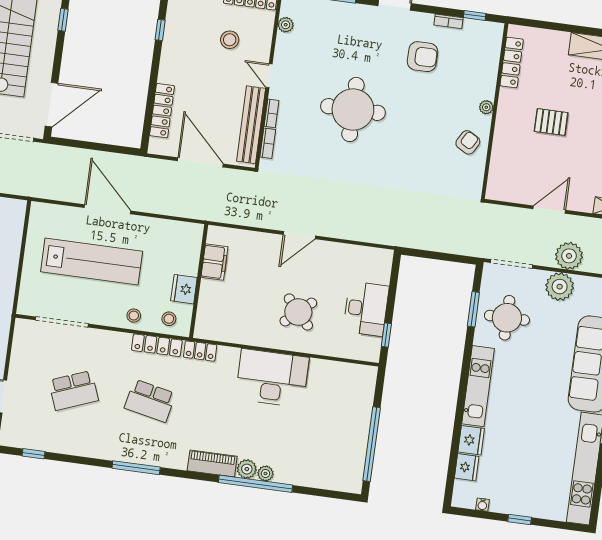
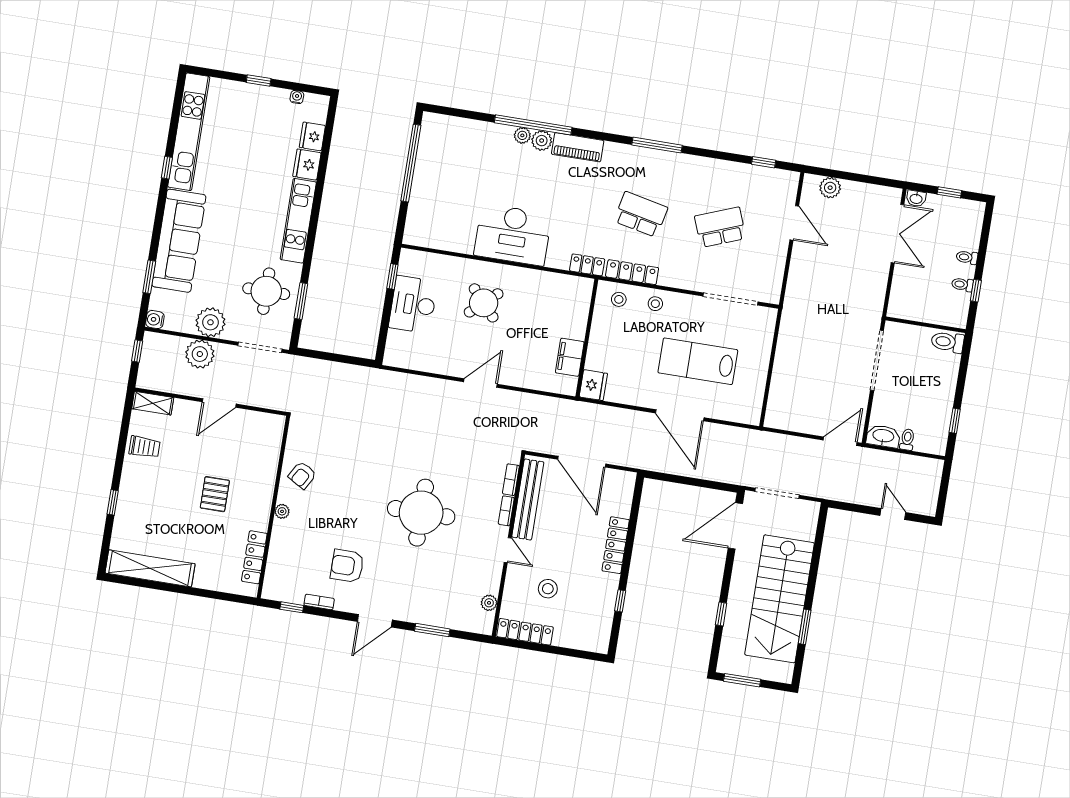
locker: (162, 111) -> (616, 545), moved
pallet: (551, 122) -> (215, 494), turned 90
lab bench: (92, 261) -> (698, 361), width x0.73
fridge: (184, 289) -> (593, 385), moved

